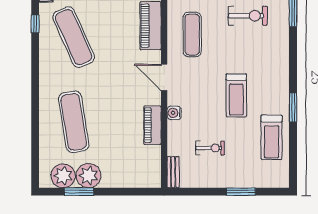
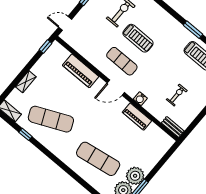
exercise mat: (192, 34) -> (122, 61), moved
treadmill: (236, 95) -> (138, 38), moved

